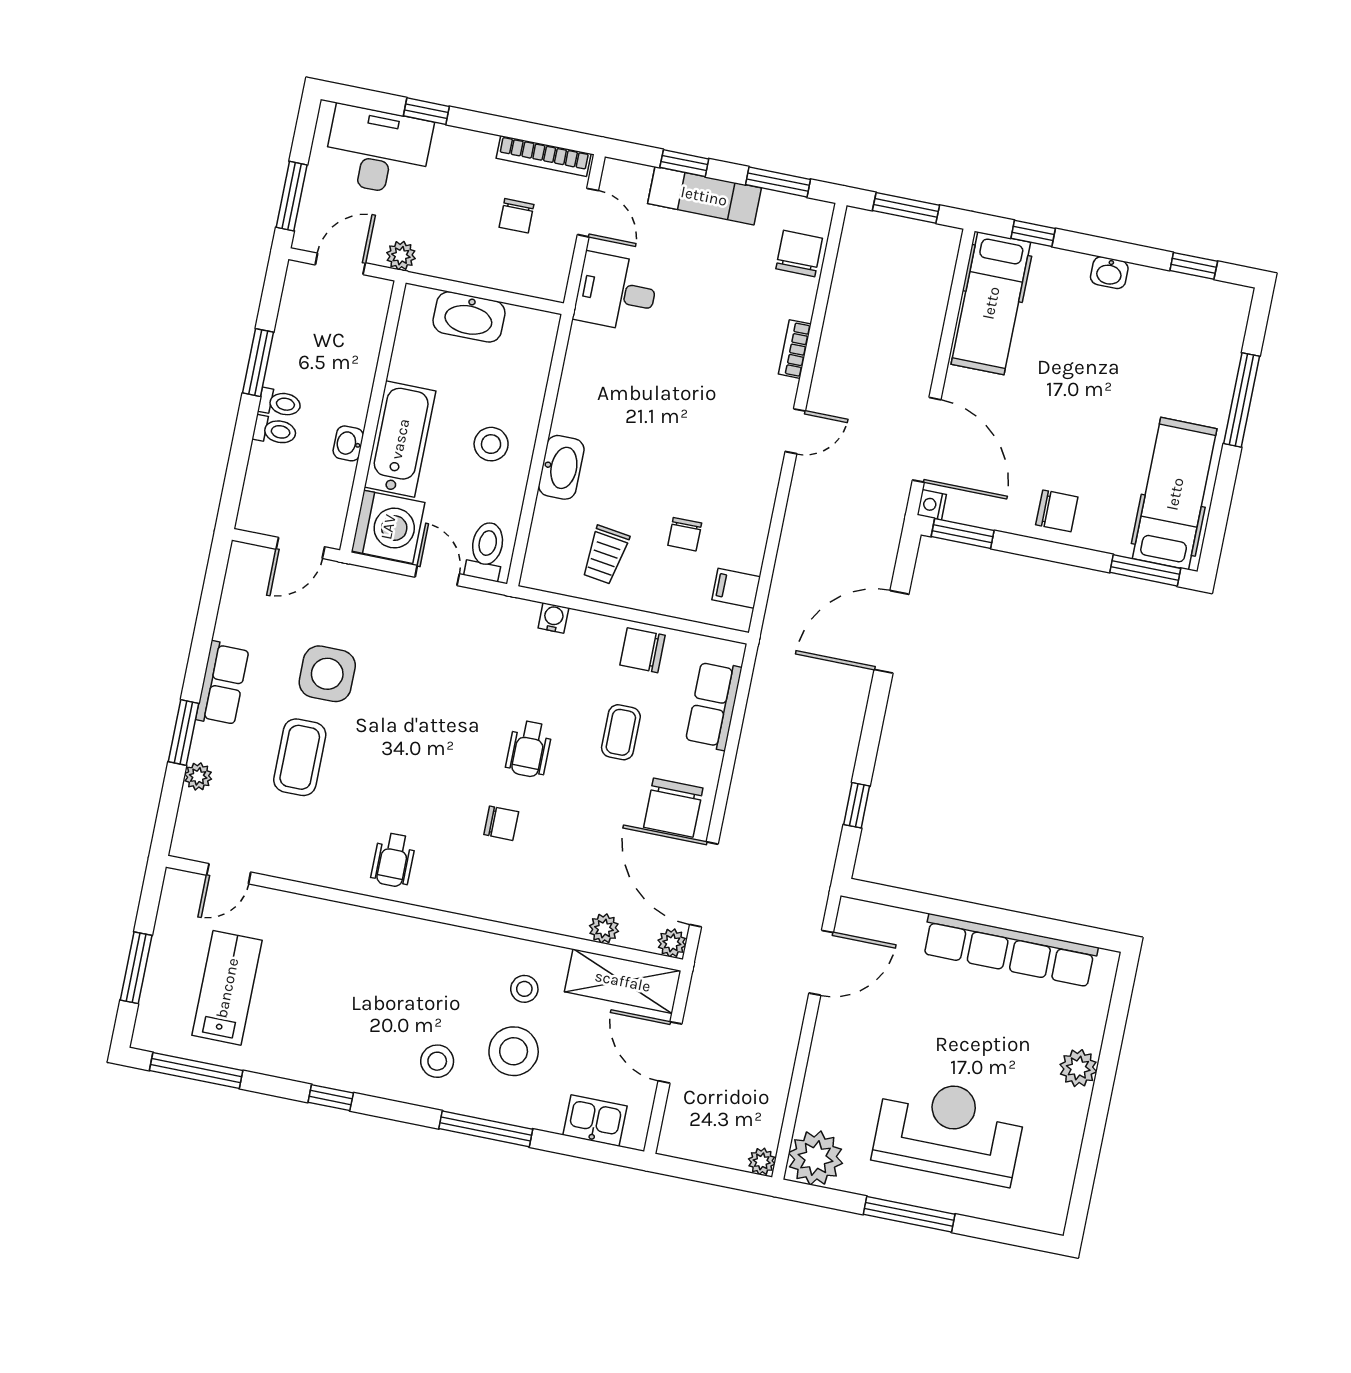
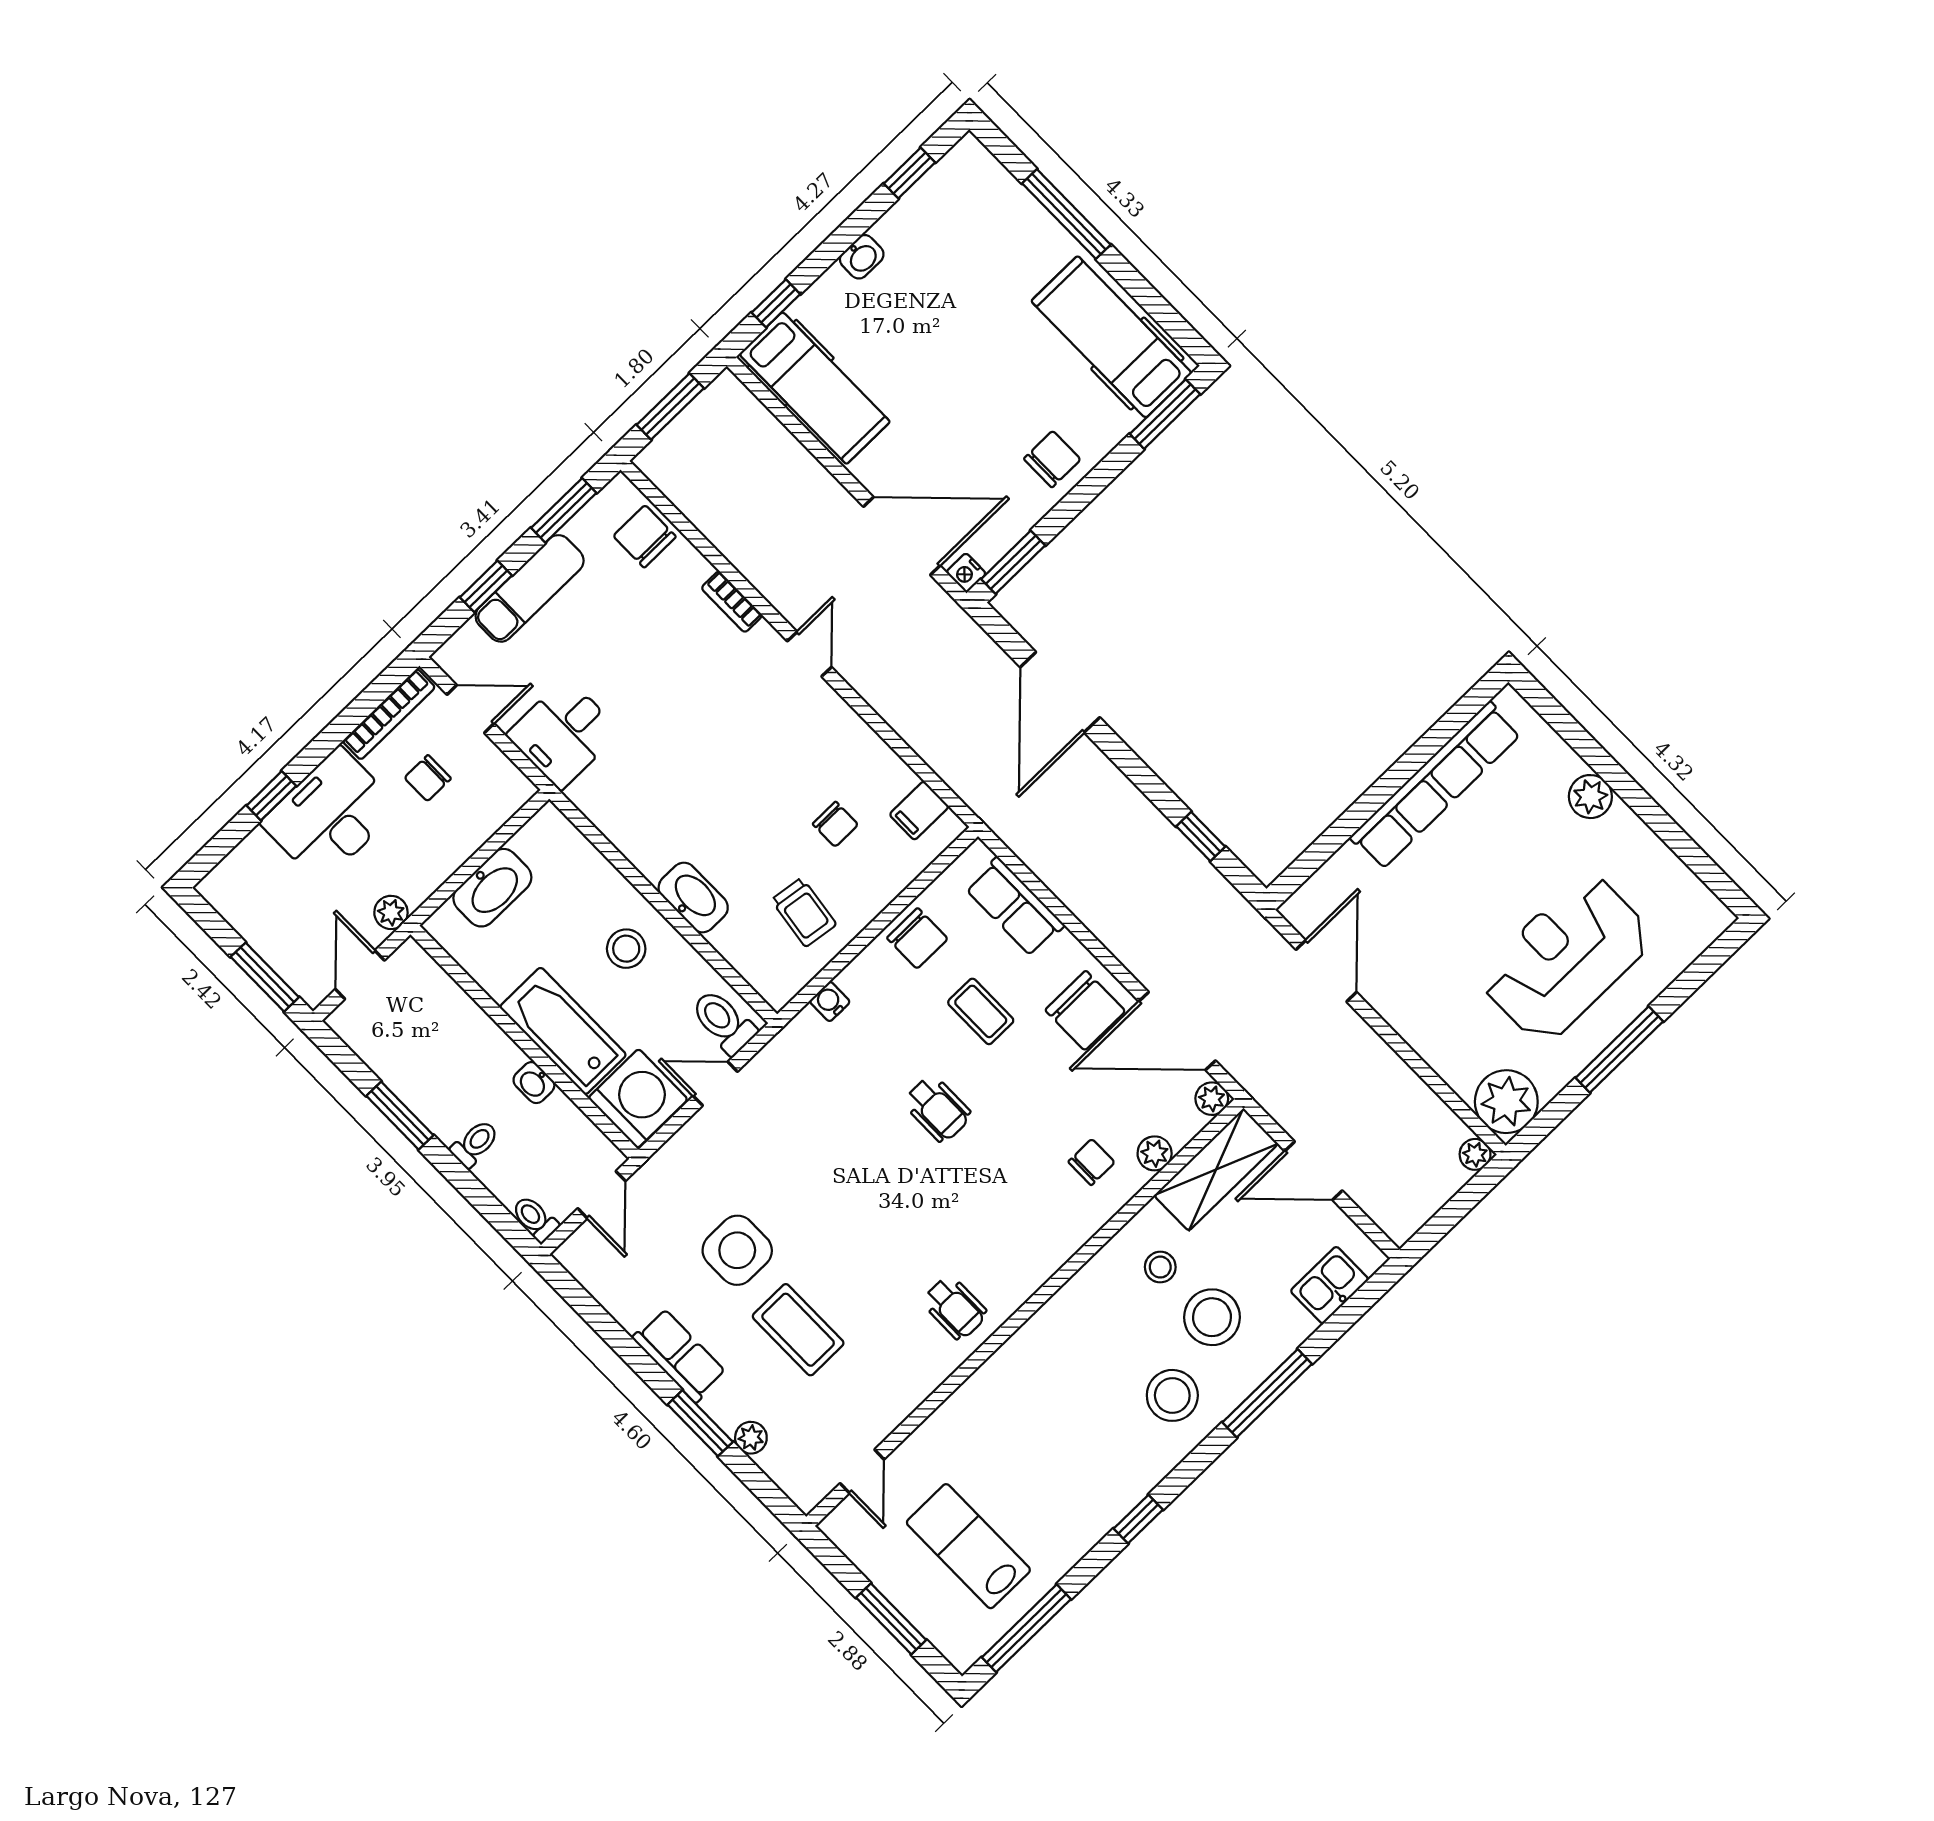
desk: (378, 151) -> (330, 815), moved
chair: (517, 216) -> (428, 778), turned 90
toilet: (280, 403) -> (535, 1219), moved, turned -90
chair: (643, 650) -> (917, 938), turned -90
chair: (501, 823) -> (1092, 1162), moved
stool: (437, 1061) -> (1172, 1395), width x1.38, depth x1.38

